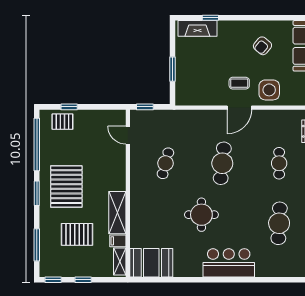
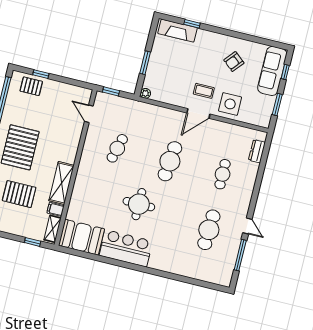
plant: (180, 100) -> (145, 93), added
bar counter: (229, 263) -> (126, 248), moved
window: (83, 280) -> (33, 242), moved

